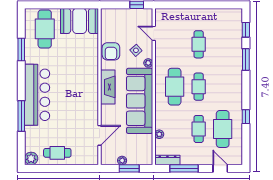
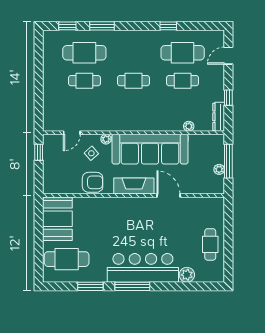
cafe table: (175, 87) -> (84, 53), moved
window: (21, 116) -> (132, 286), moved
door: (100, 135) -> (169, 195), moved
plant: (31, 158) -> (187, 275), moved
window: (129, 168) -> (228, 161), width x1.44
window: (184, 168) -> (228, 98), width x0.46

